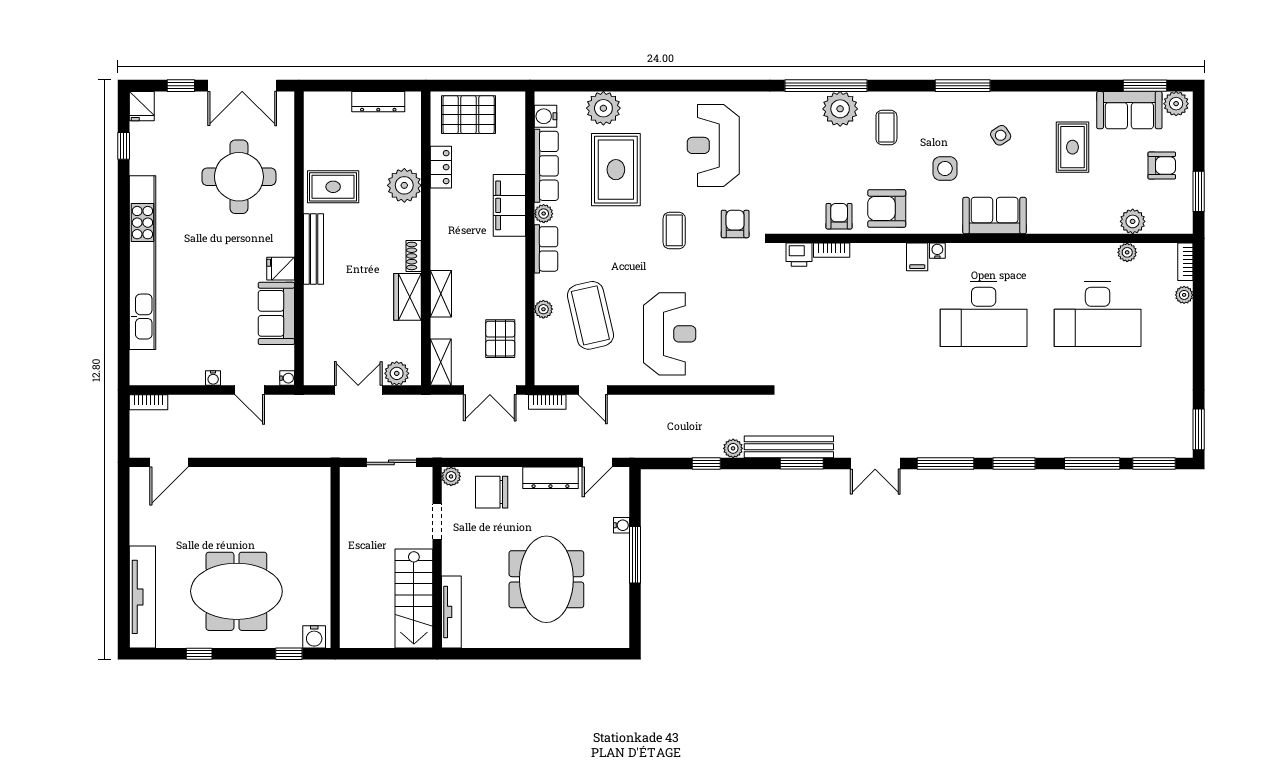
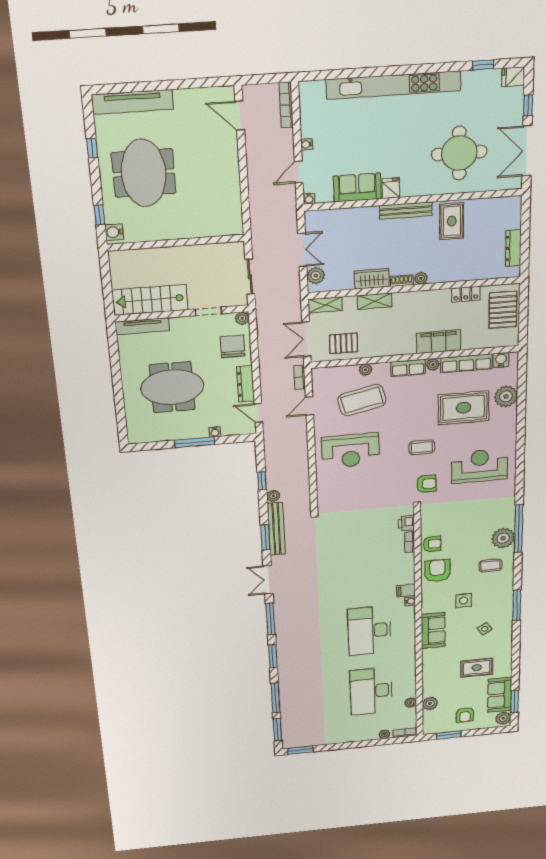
plant: (404, 185) -> (421, 278), moved, width x0.53, depth x0.53
bookcase: (148, 402) -> (286, 105), width x1.56

